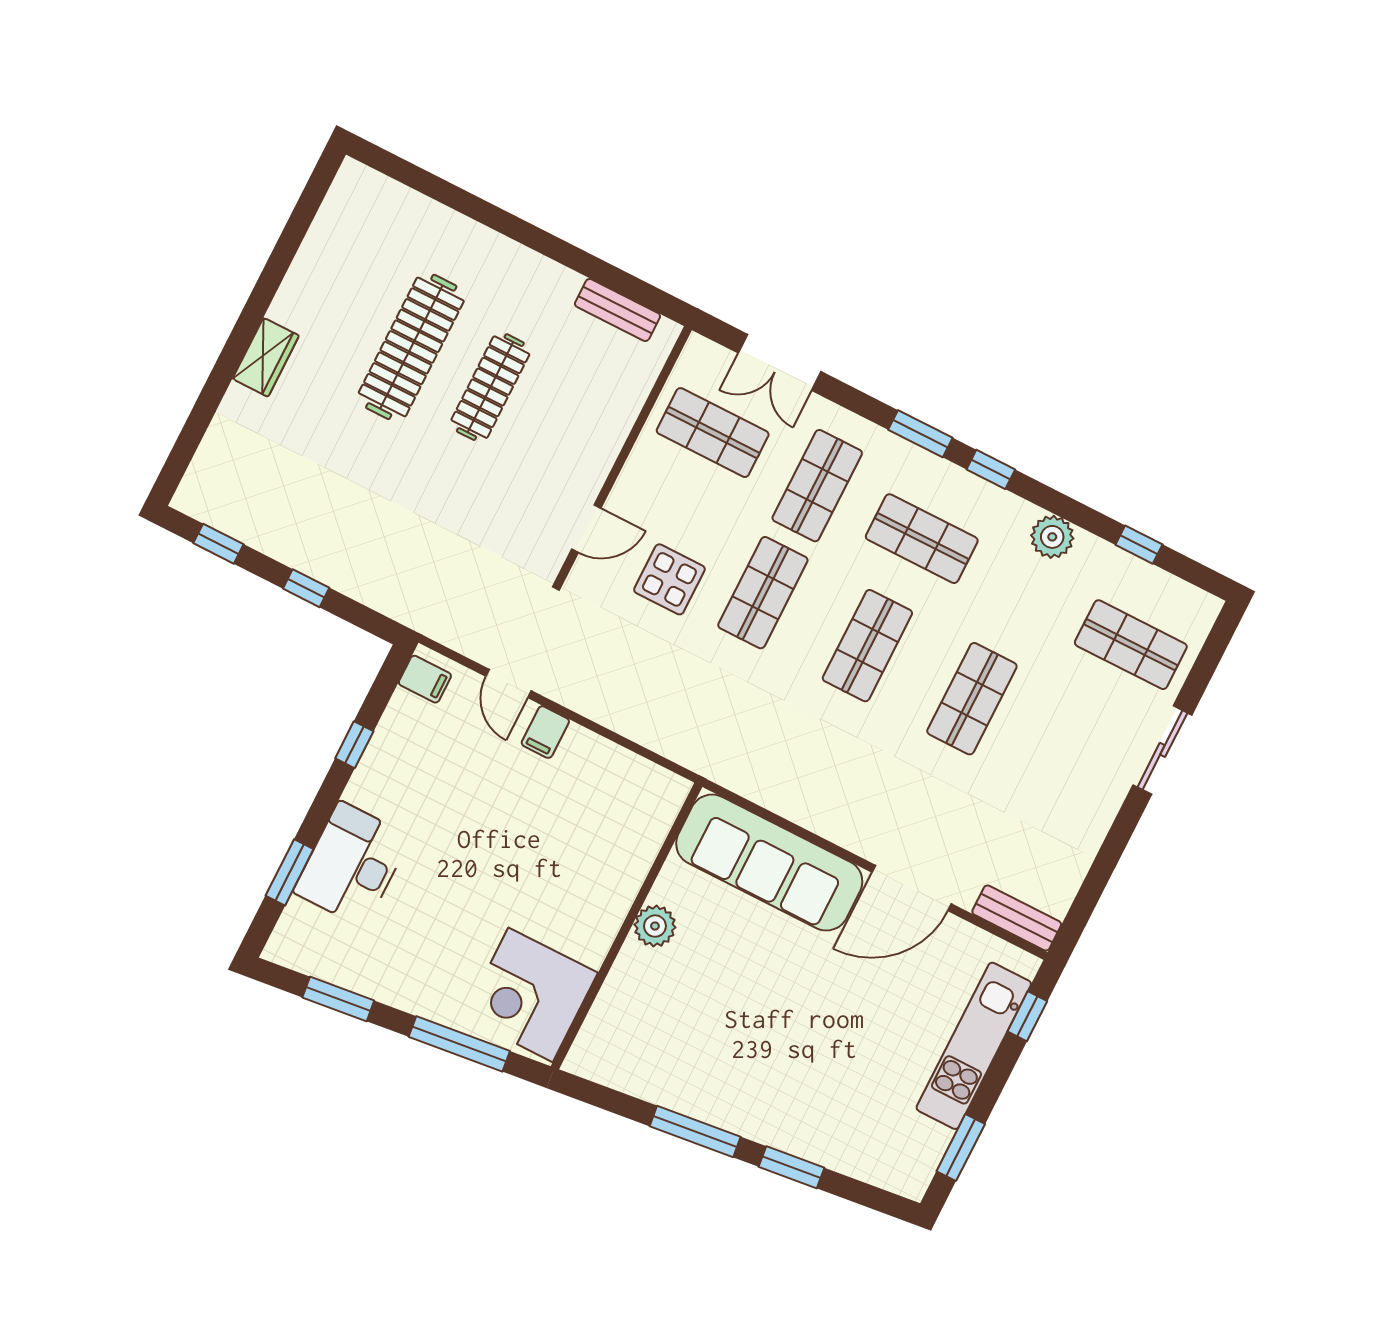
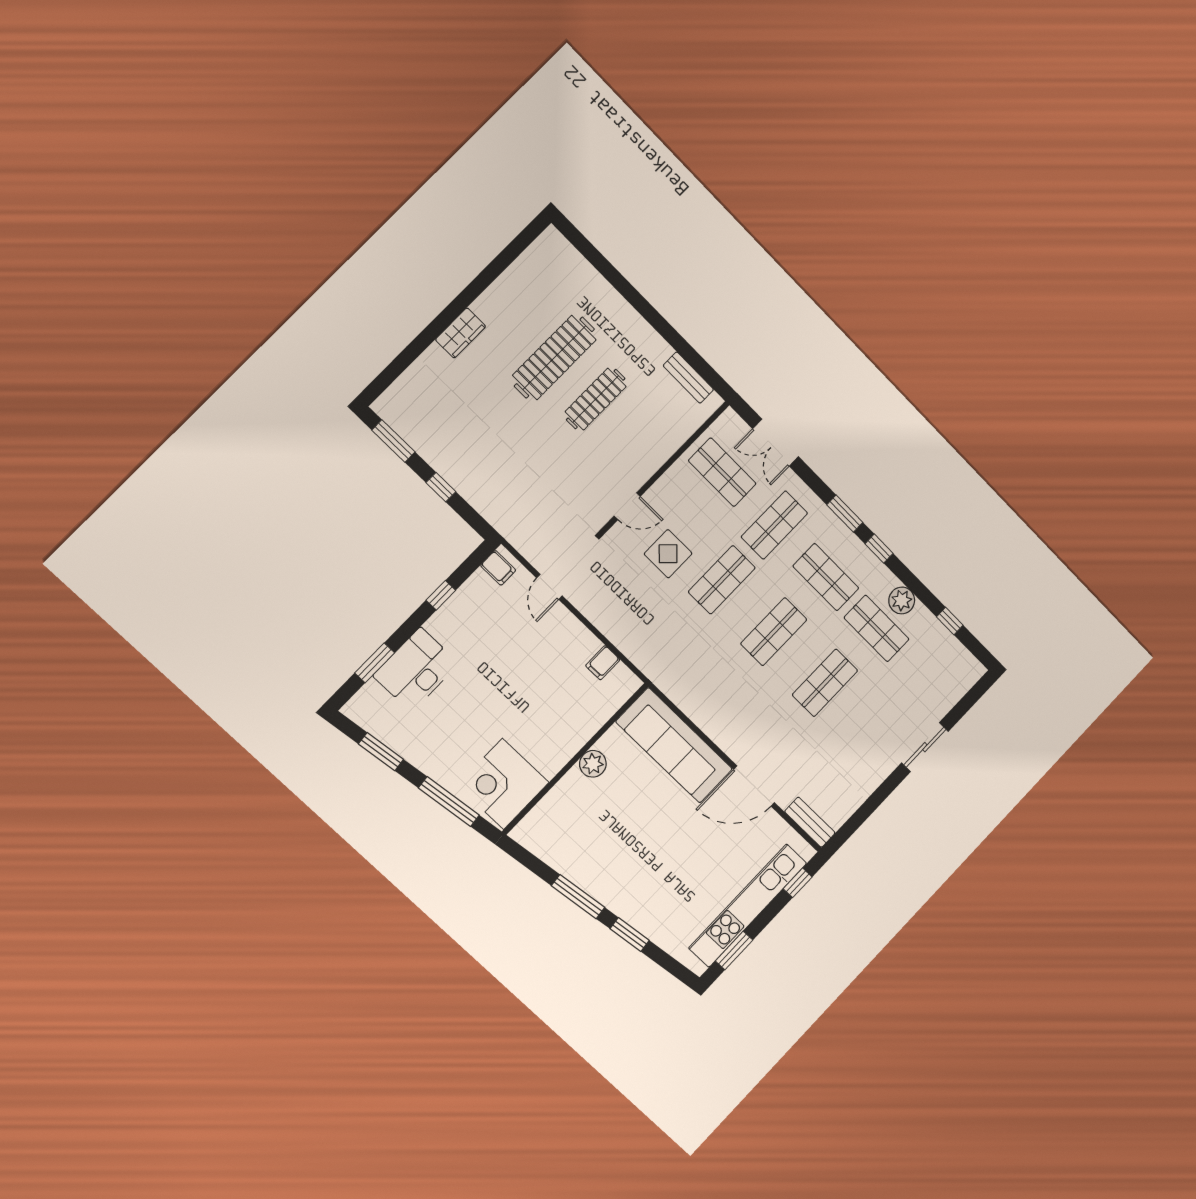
window: (218, 544) -> (393, 441), width x1.50
shop shelf: (1131, 645) -> (877, 628), moved
filing cabinet: (545, 732) -> (603, 663), moved
kitchen unit: (974, 1046) -> (748, 905), width x1.36

